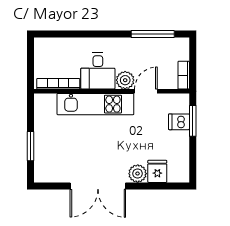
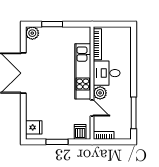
window: (193, 121) -> (57, 142), moved
dishwasher: (179, 122) -> (80, 132), moved
fridge: (157, 171) -> (34, 127), moved
plant: (138, 174) -> (32, 33), moved

